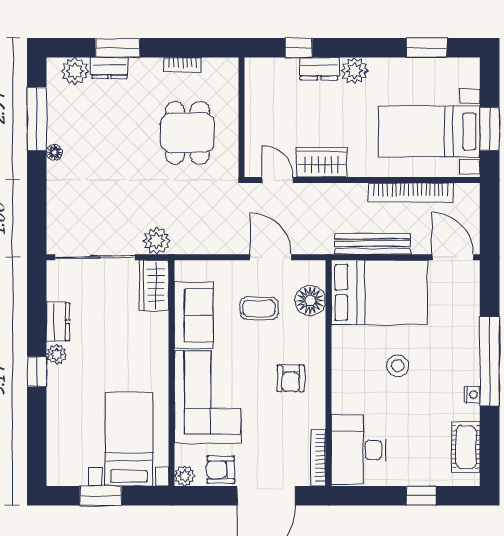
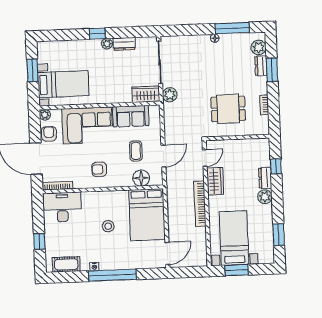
bookcase: (411, 192) -> (200, 204), moved
bench: (373, 244) -> (173, 210), removed

